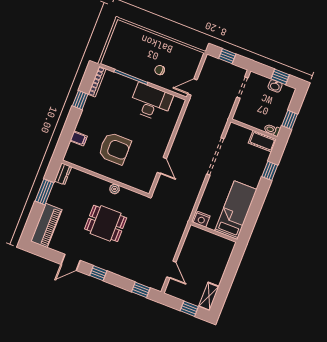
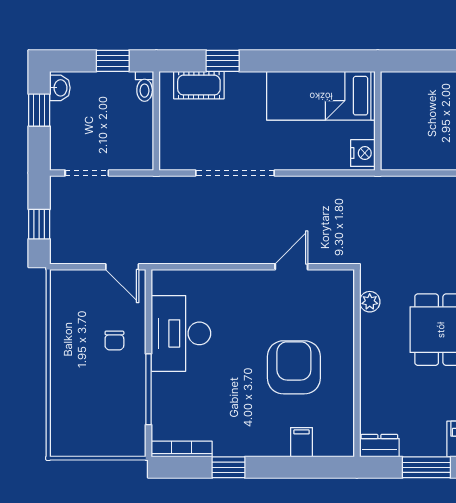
washbasin: (275, 86) -> (60, 88), moved
cot: (262, 141) -> (199, 85), moved, turned 90
plant: (115, 189) -> (370, 302), moved

